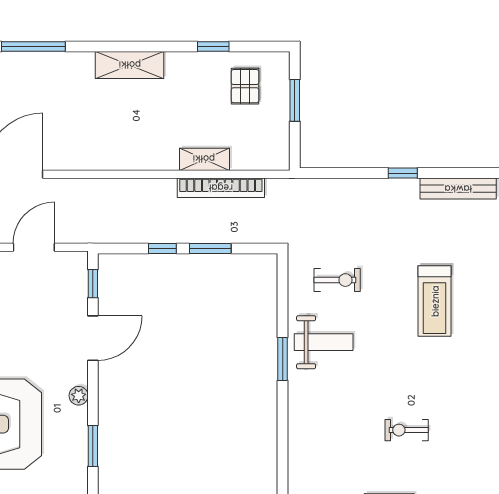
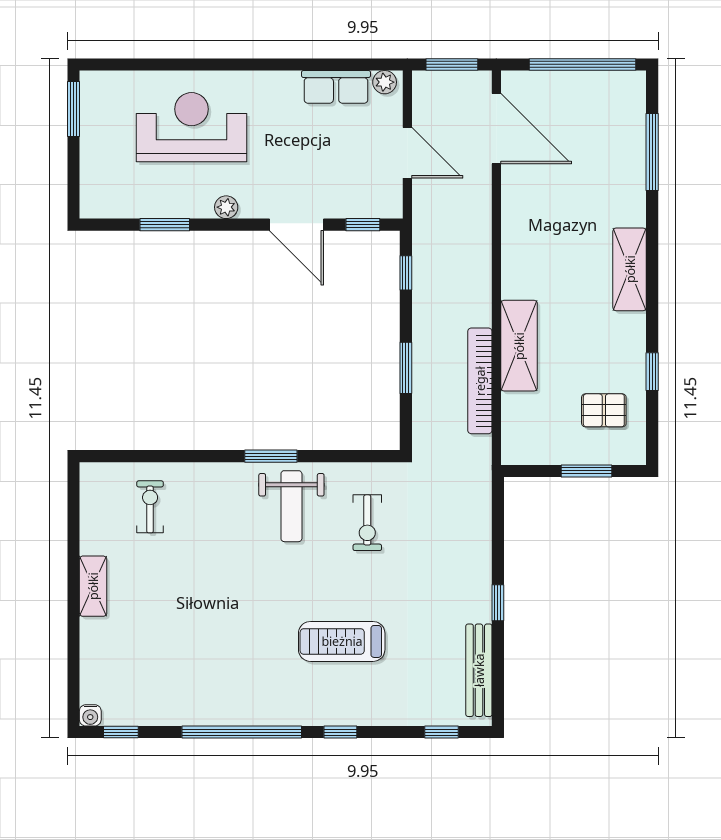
shelving: (204, 159) -> (519, 346), width x1.50, depth x1.33
window: (162, 248) -> (406, 273), moved
exercise bike: (407, 430) -> (150, 507), moved

